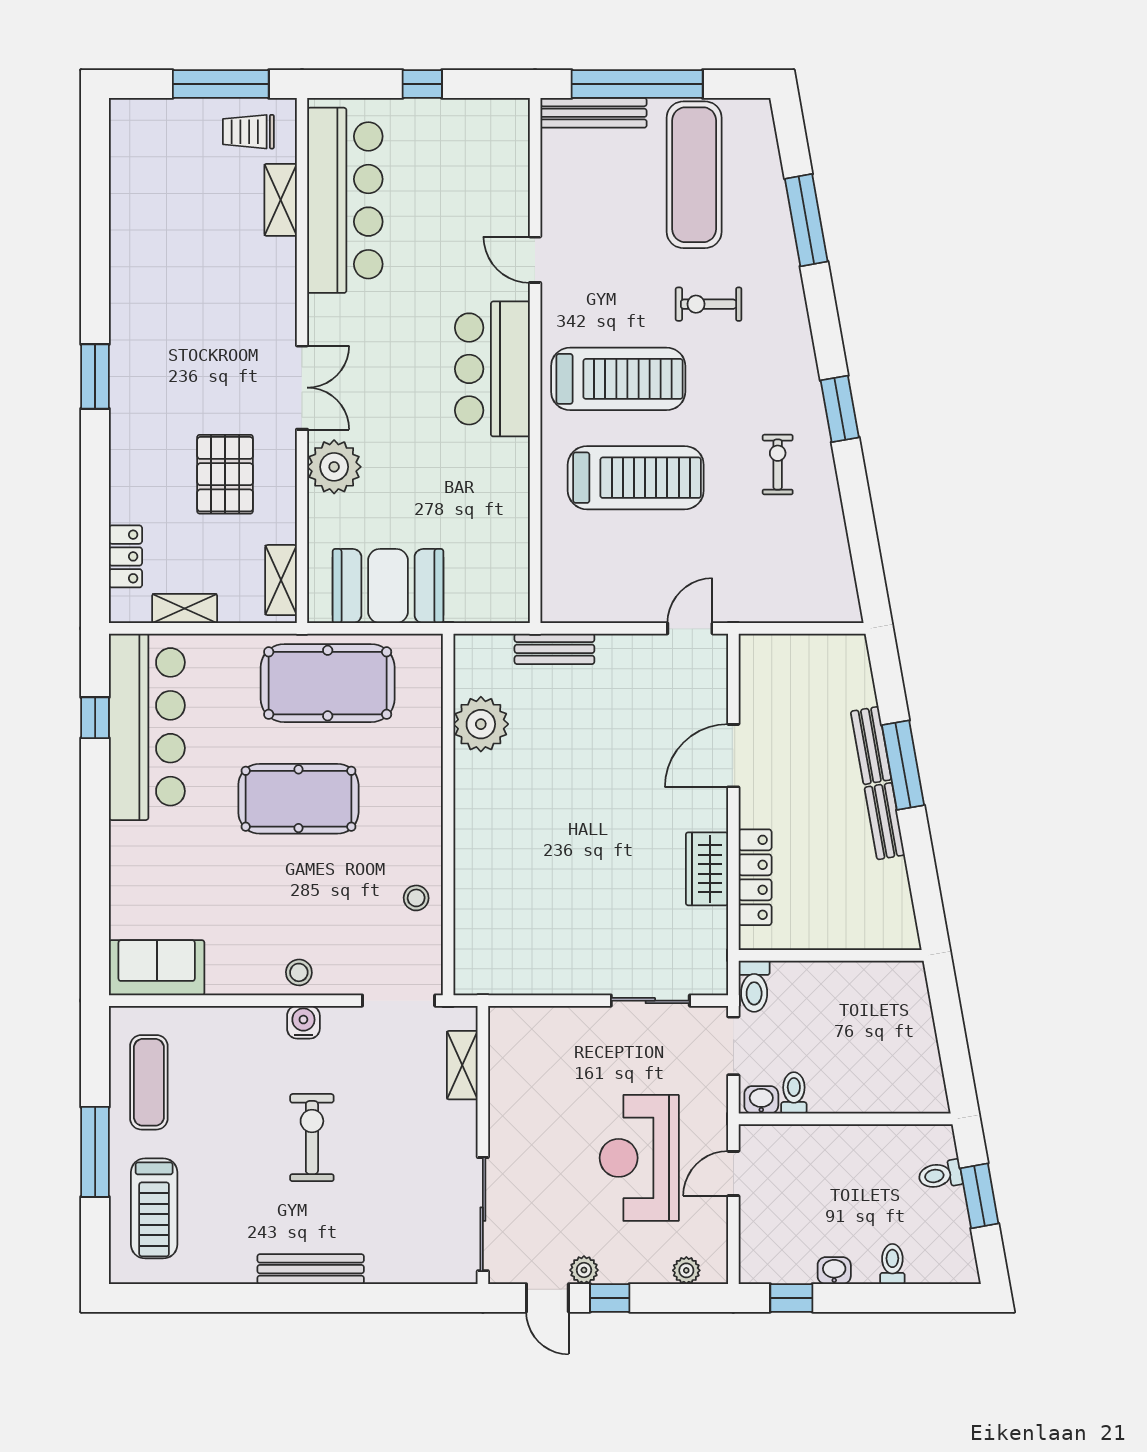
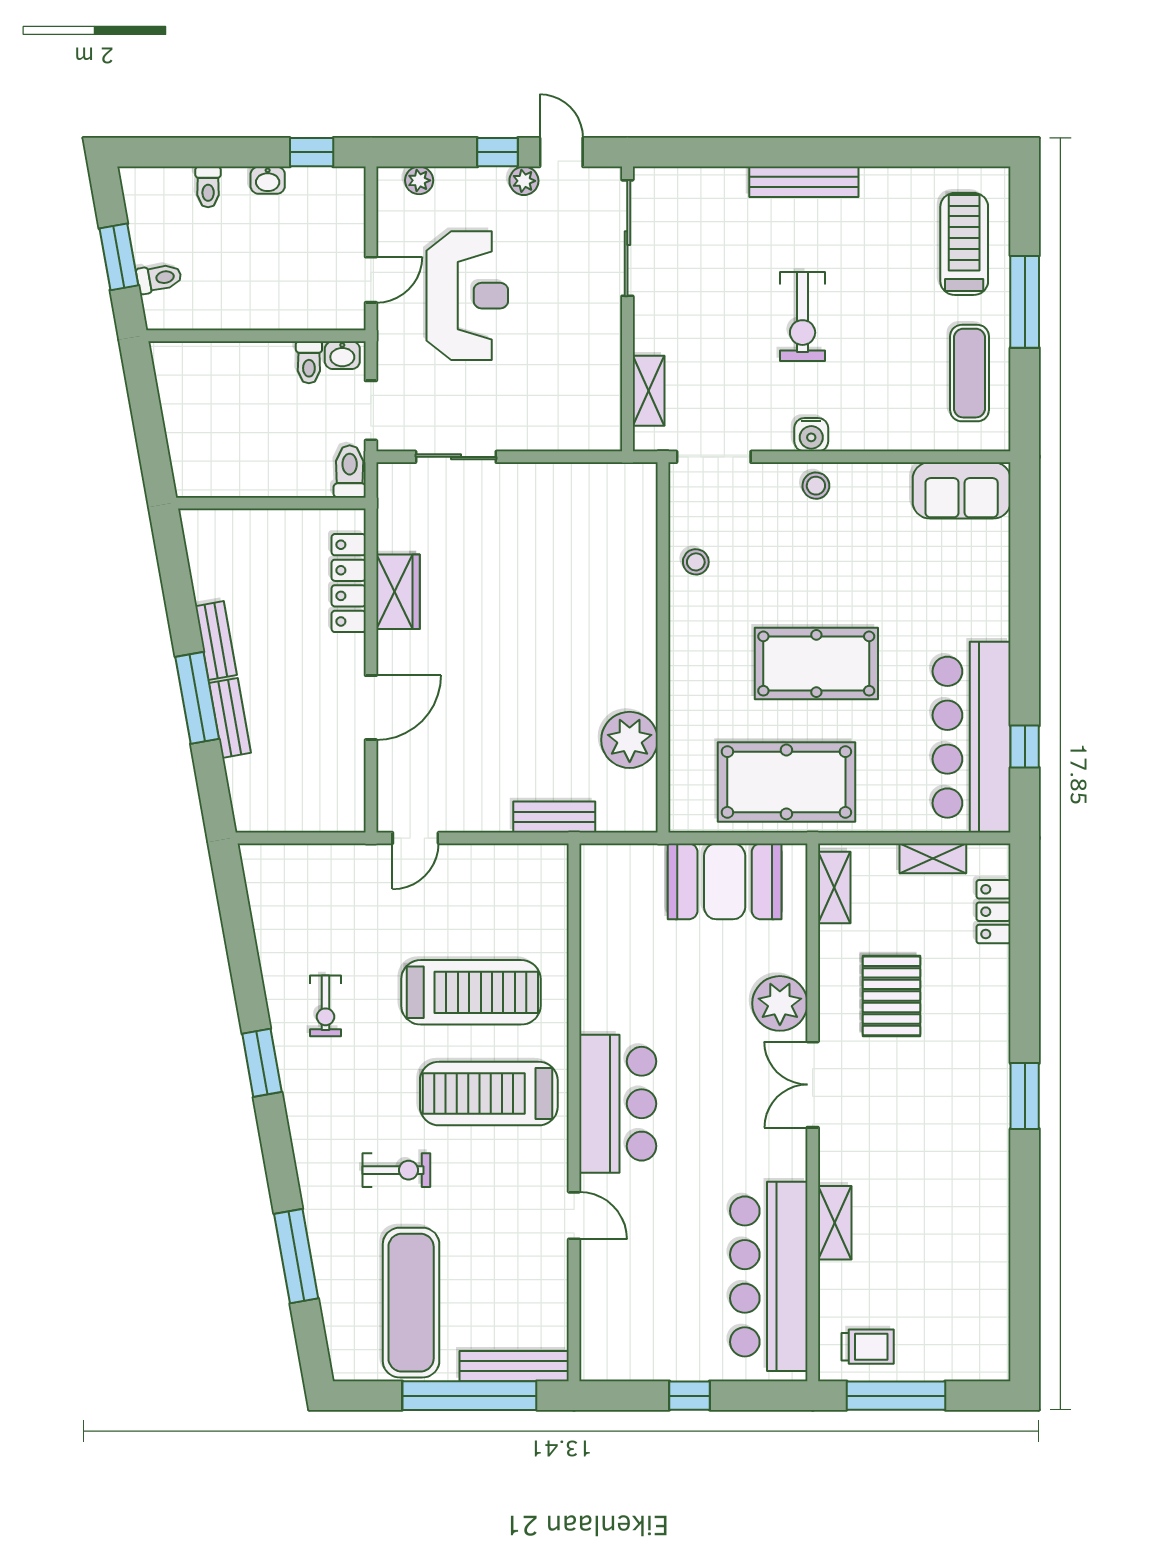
shelving: (281, 200) -> (835, 1223), moved
treadmill: (636, 478) -> (471, 992), turned 180

